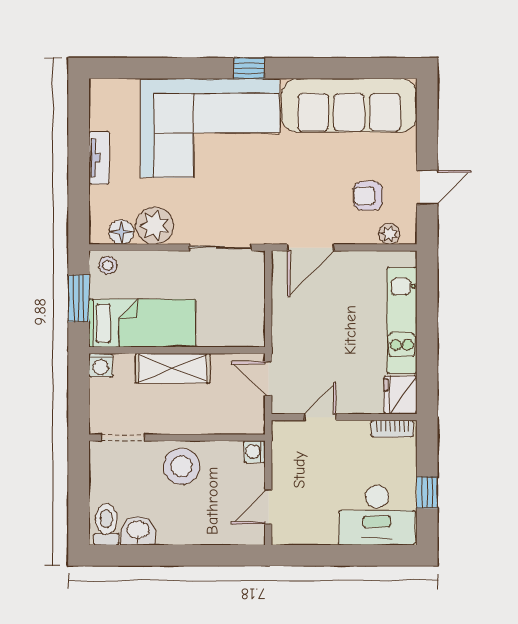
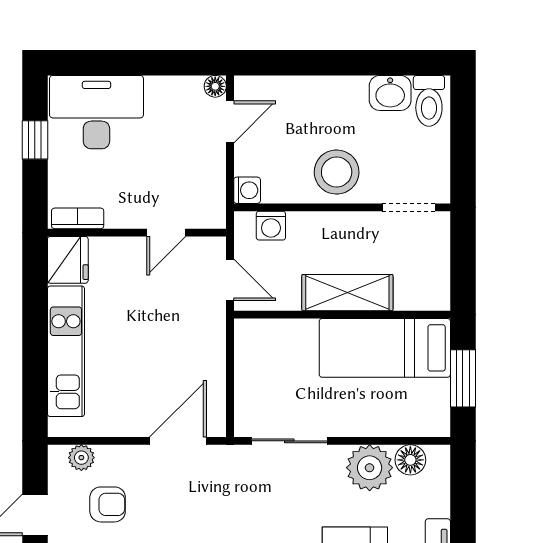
stool: (108, 265) -> (427, 419), removed
washing machine: (101, 365) -> (271, 226), moved, turned 180
floor lamp: (280, 536) -> (215, 86), added

